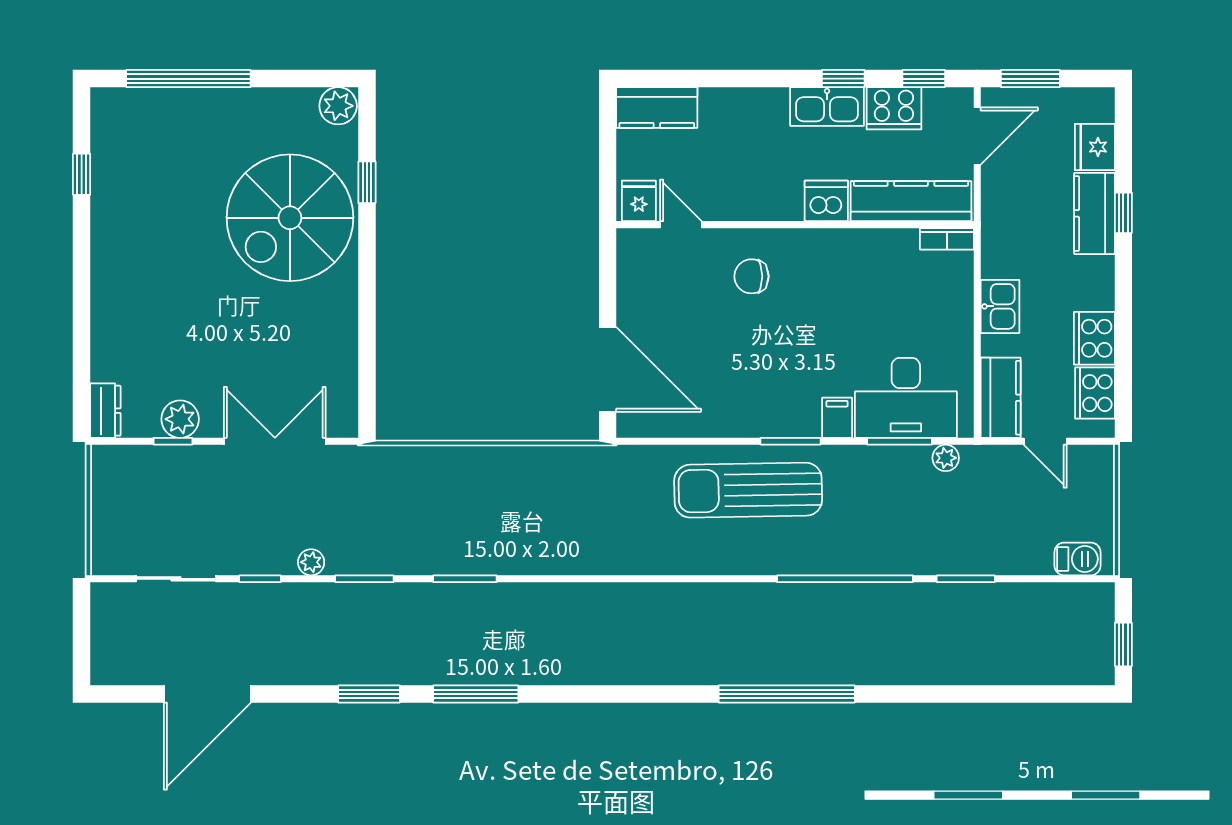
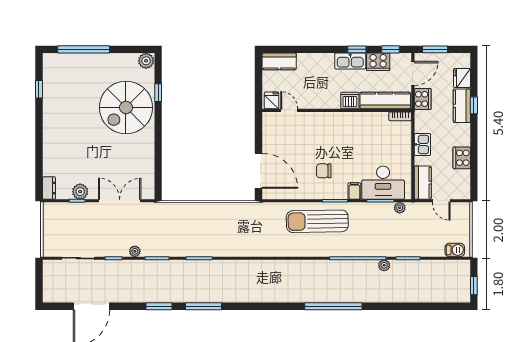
chair: (751, 276) -> (324, 171), moved
cooker: (1095, 393) -> (423, 99), moved, turned 180
plant: (908, 596) -> (384, 265), added

